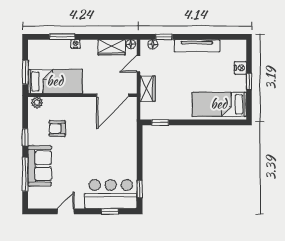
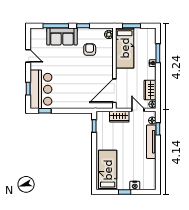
tv unit: (197, 46) -> (151, 142), moved
door: (113, 95) -> (114, 91), hinge flipped

